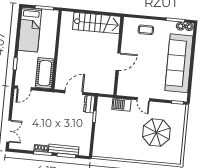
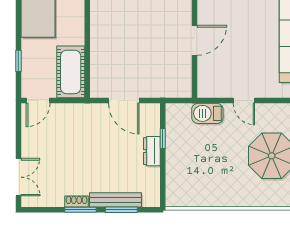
door: (74, 93) -> (124, 101), swing flipped
dresser: (89, 104) -> (152, 151), moved

